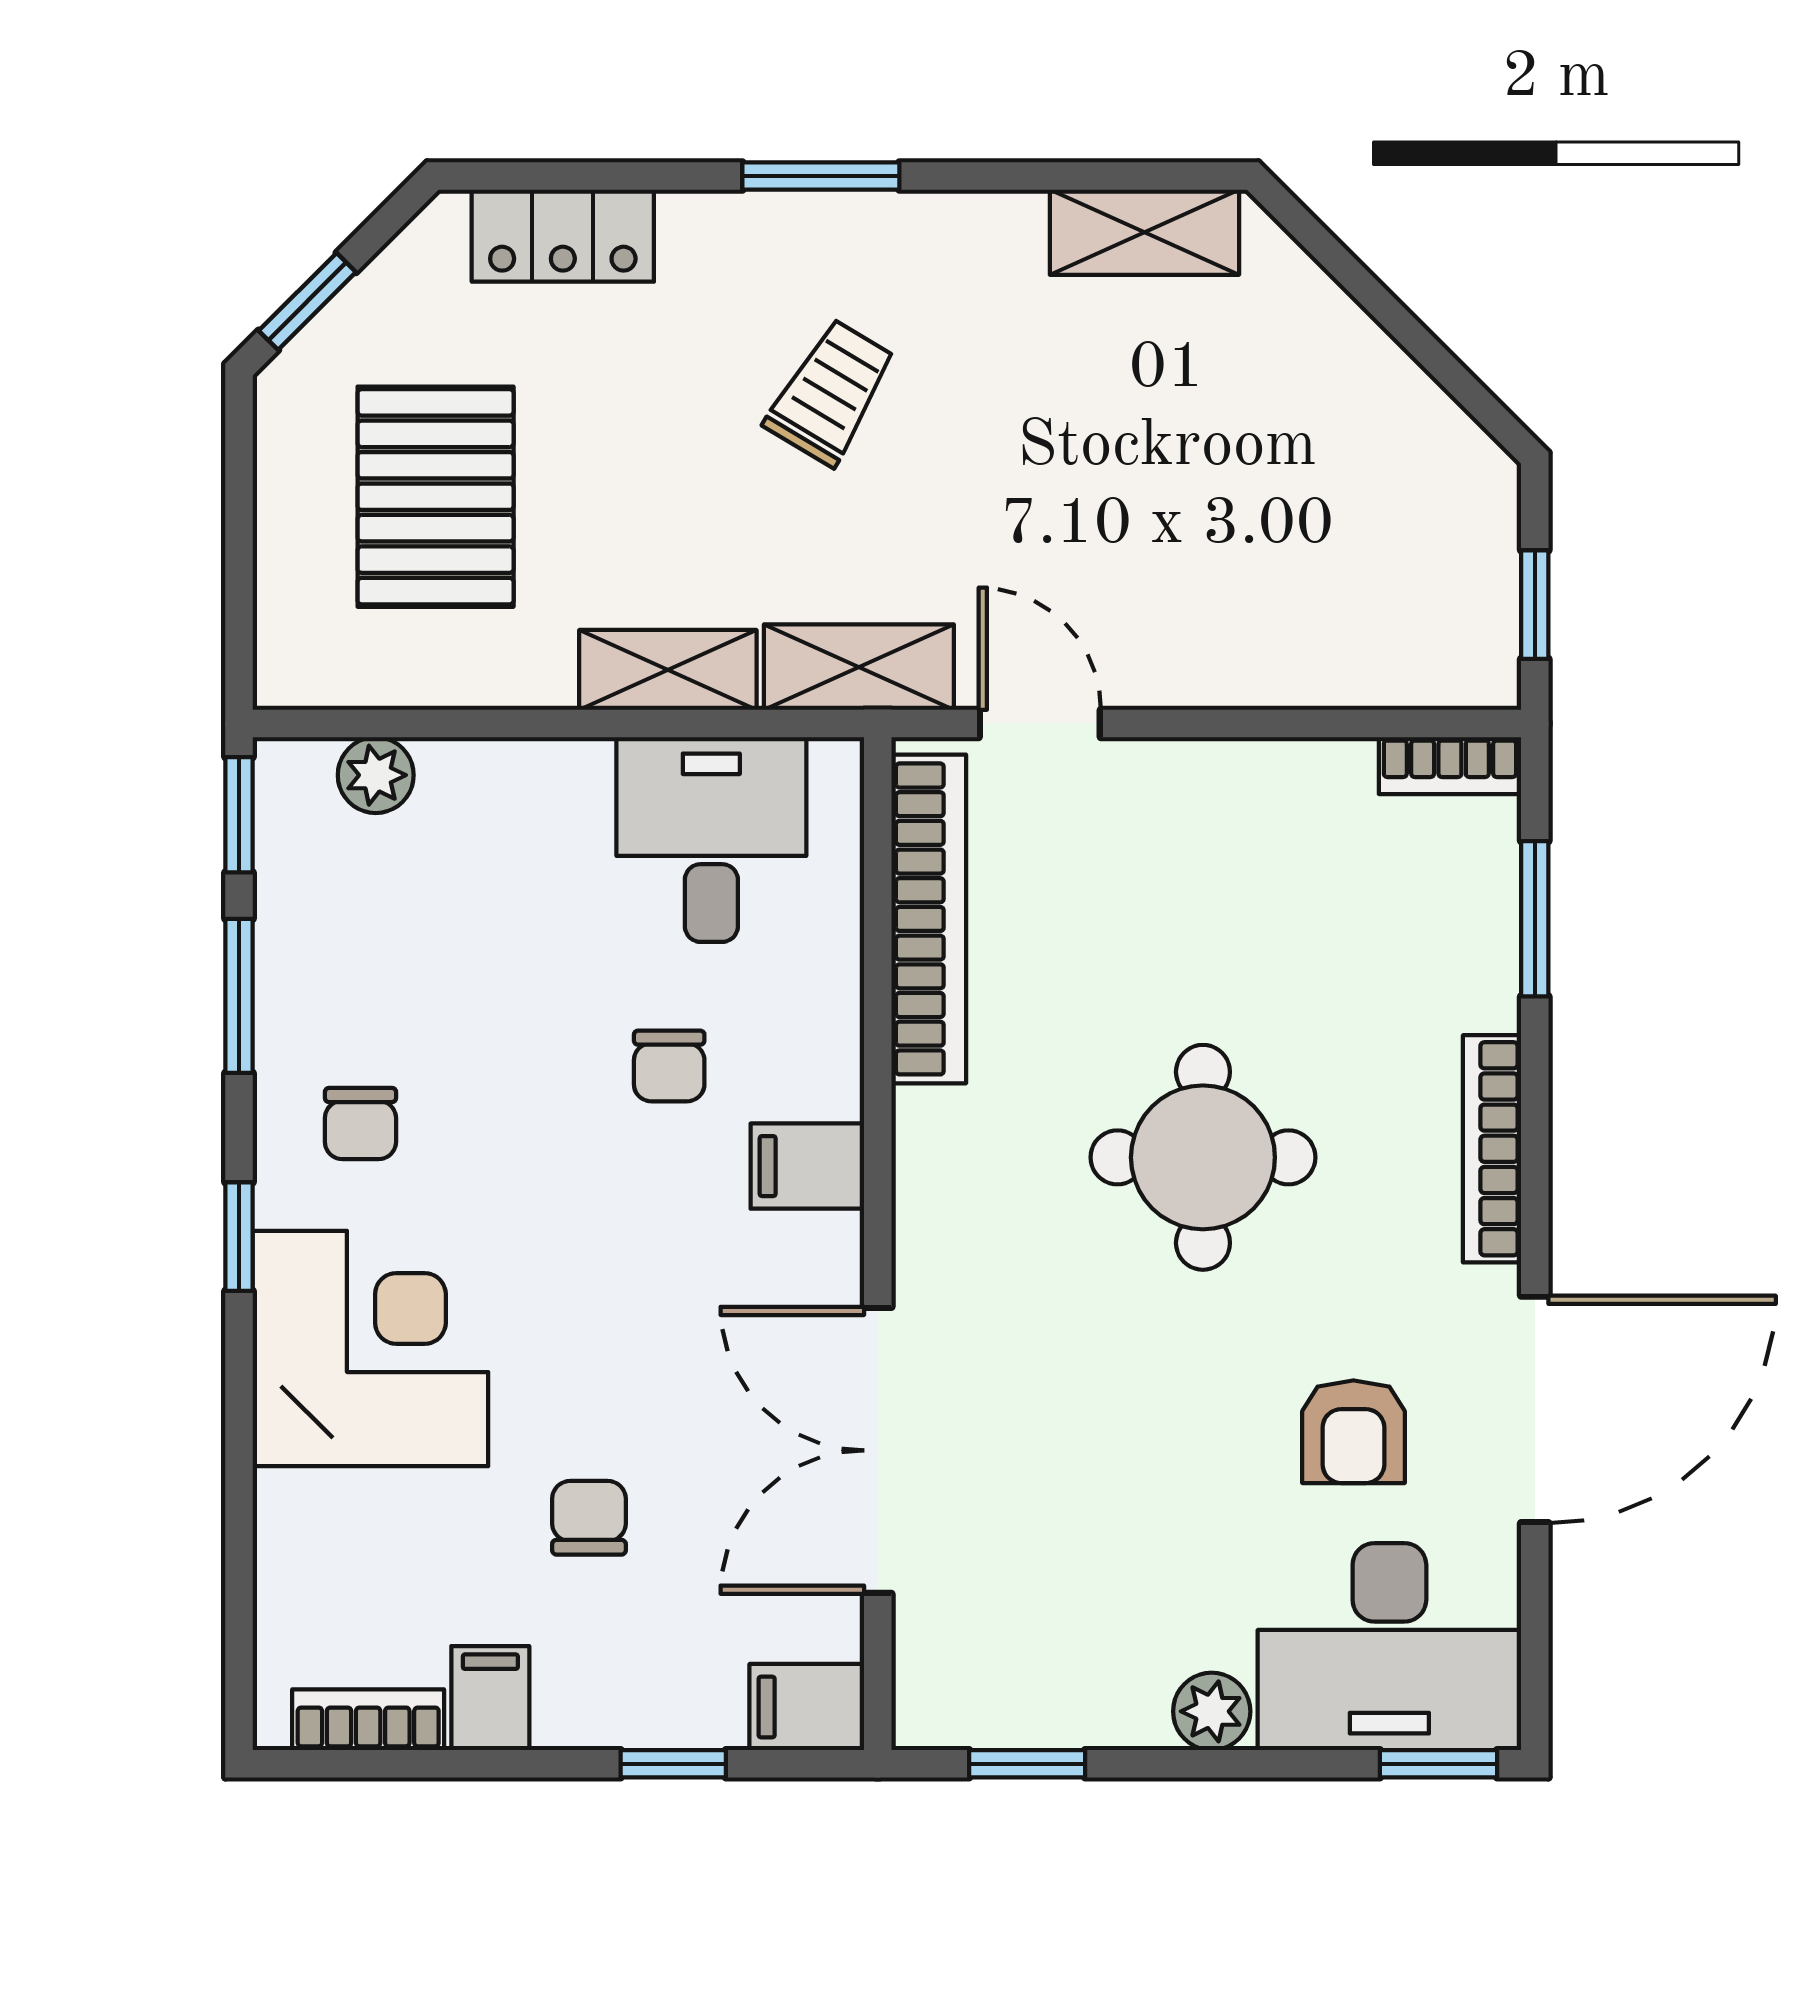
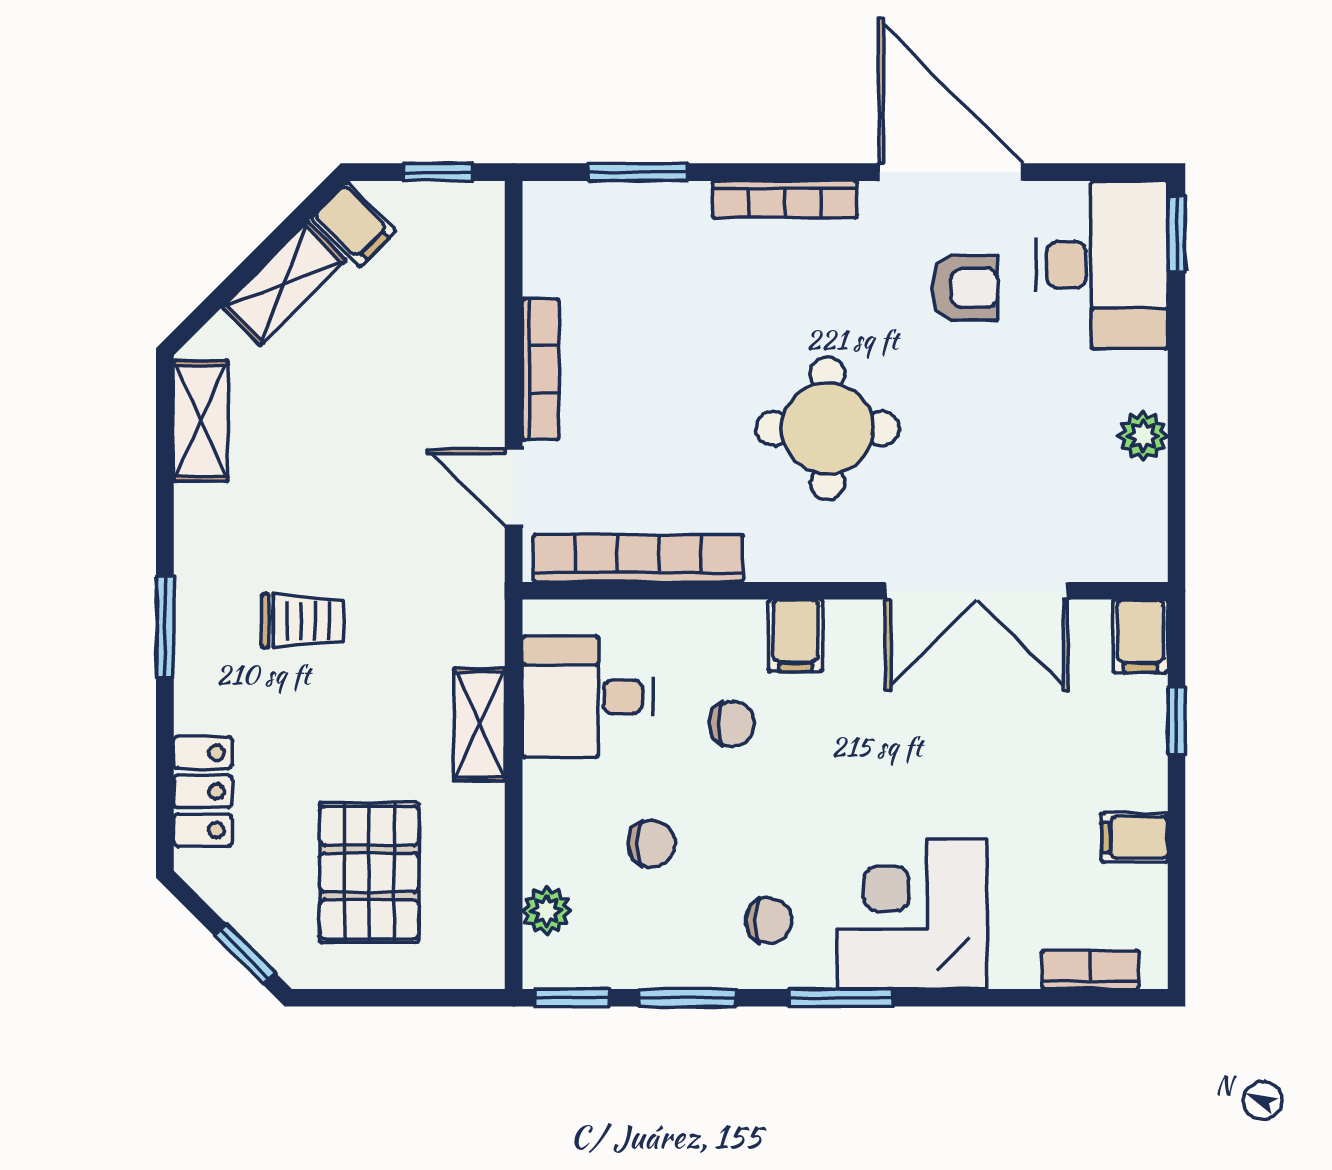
trolley: (831, 392) -> (303, 621), turned 149
filing cabinet: (1453, 472) -> (354, 224), added
pallet: (436, 497) -> (369, 873), turned 90
shelving: (859, 667) -> (284, 284), moved, turned 45
door: (1040, 723) -> (514, 488), hinge flipped
bookcase: (1450, 766) -> (541, 369), moved, width x1.56
round table: (1203, 1157) -> (828, 428), moved
window: (239, 1237) -> (841, 998), width x1.50
chair: (589, 1518) -> (652, 844), moved, turned 180
plant: (1212, 1711) -> (1143, 436), moved
bookcase: (368, 1720) -> (1090, 970), moved, turned 90
window: (1027, 1764) -> (1177, 496), removed

